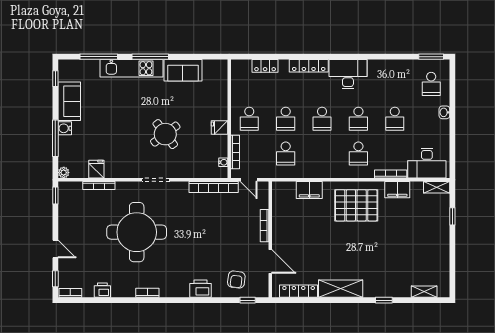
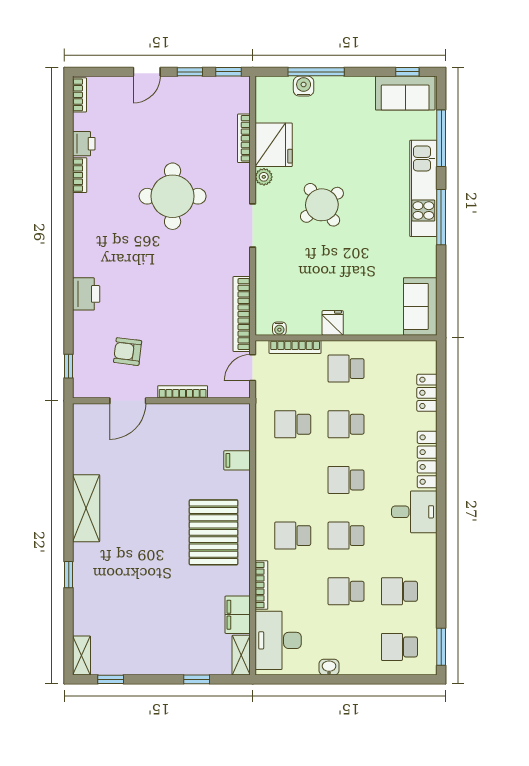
sofa: (183, 70) -> (420, 306), moved
desk: (348, 74) -> (414, 512), width x0.73
school desk: (395, 84) -> (399, 591), added
sofa: (69, 101) -> (405, 93), moved
washbasin: (444, 112) -> (329, 667), moved
water cooler: (65, 128) -> (304, 86), moved
round table: (165, 134) -> (322, 205), moved
fridge: (96, 169) -> (274, 145), width x1.88, depth x1.34
plant: (64, 173) -> (264, 177), moved
filing cabinet: (309, 190) -> (237, 460), width x0.50
filing cabinet: (397, 190) -> (238, 615), moved
round table: (137, 232) -> (173, 196), width x0.73, depth x0.73
window: (452, 273) -> (111, 679), added
window: (55, 279) -> (190, 72), moved
armchair: (236, 280) -> (128, 352), moved
locker: (299, 291) -> (82, 444), removed
shelving: (424, 292) -> (82, 656), moved
bookcase: (147, 293) -> (80, 175), moved

